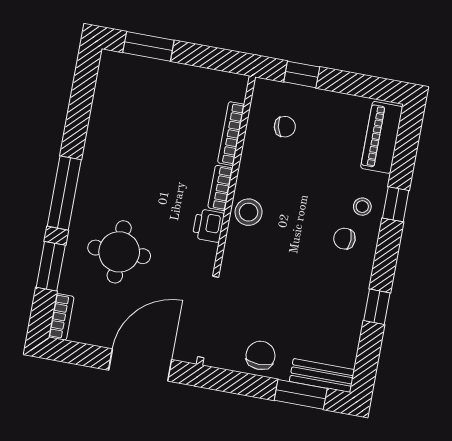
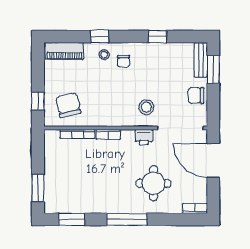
chair: (285, 127) -> (68, 105), width x1.87, depth x1.87
stool: (249, 212) -> (146, 107), moved
printer: (208, 226) -> (144, 137), moved
window: (51, 266) -> (72, 219), moved

